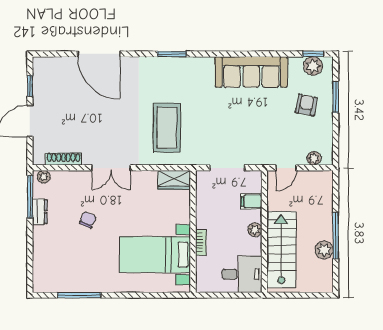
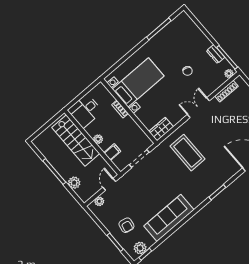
plant: (324, 250) -> (74, 183), moved

